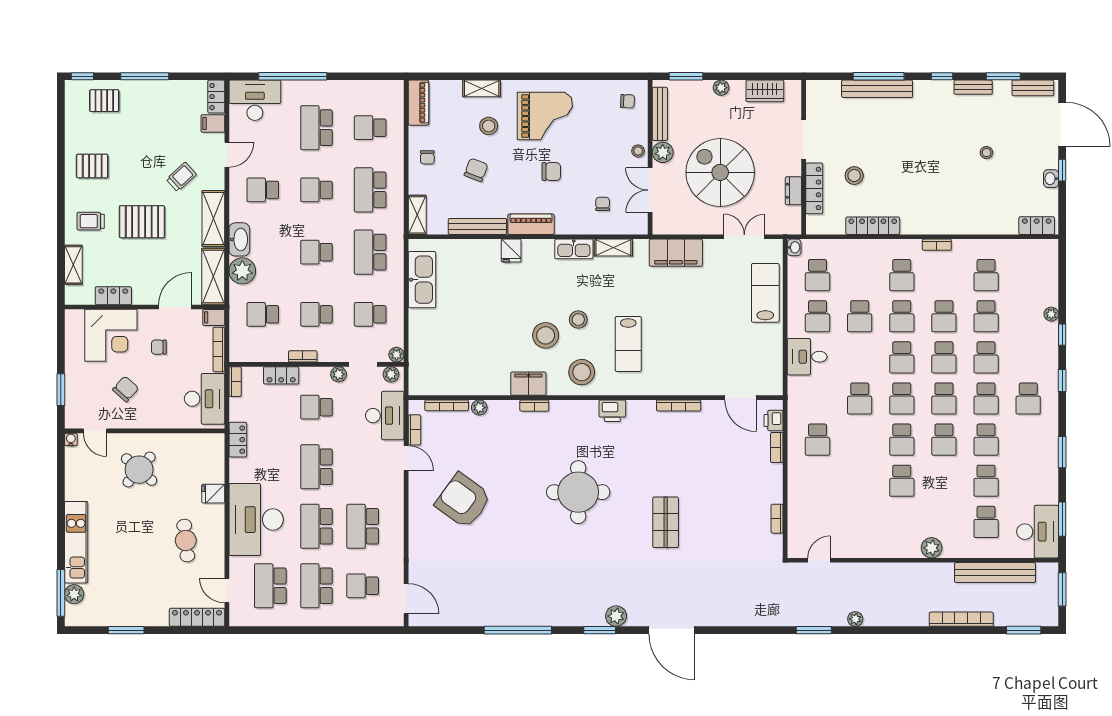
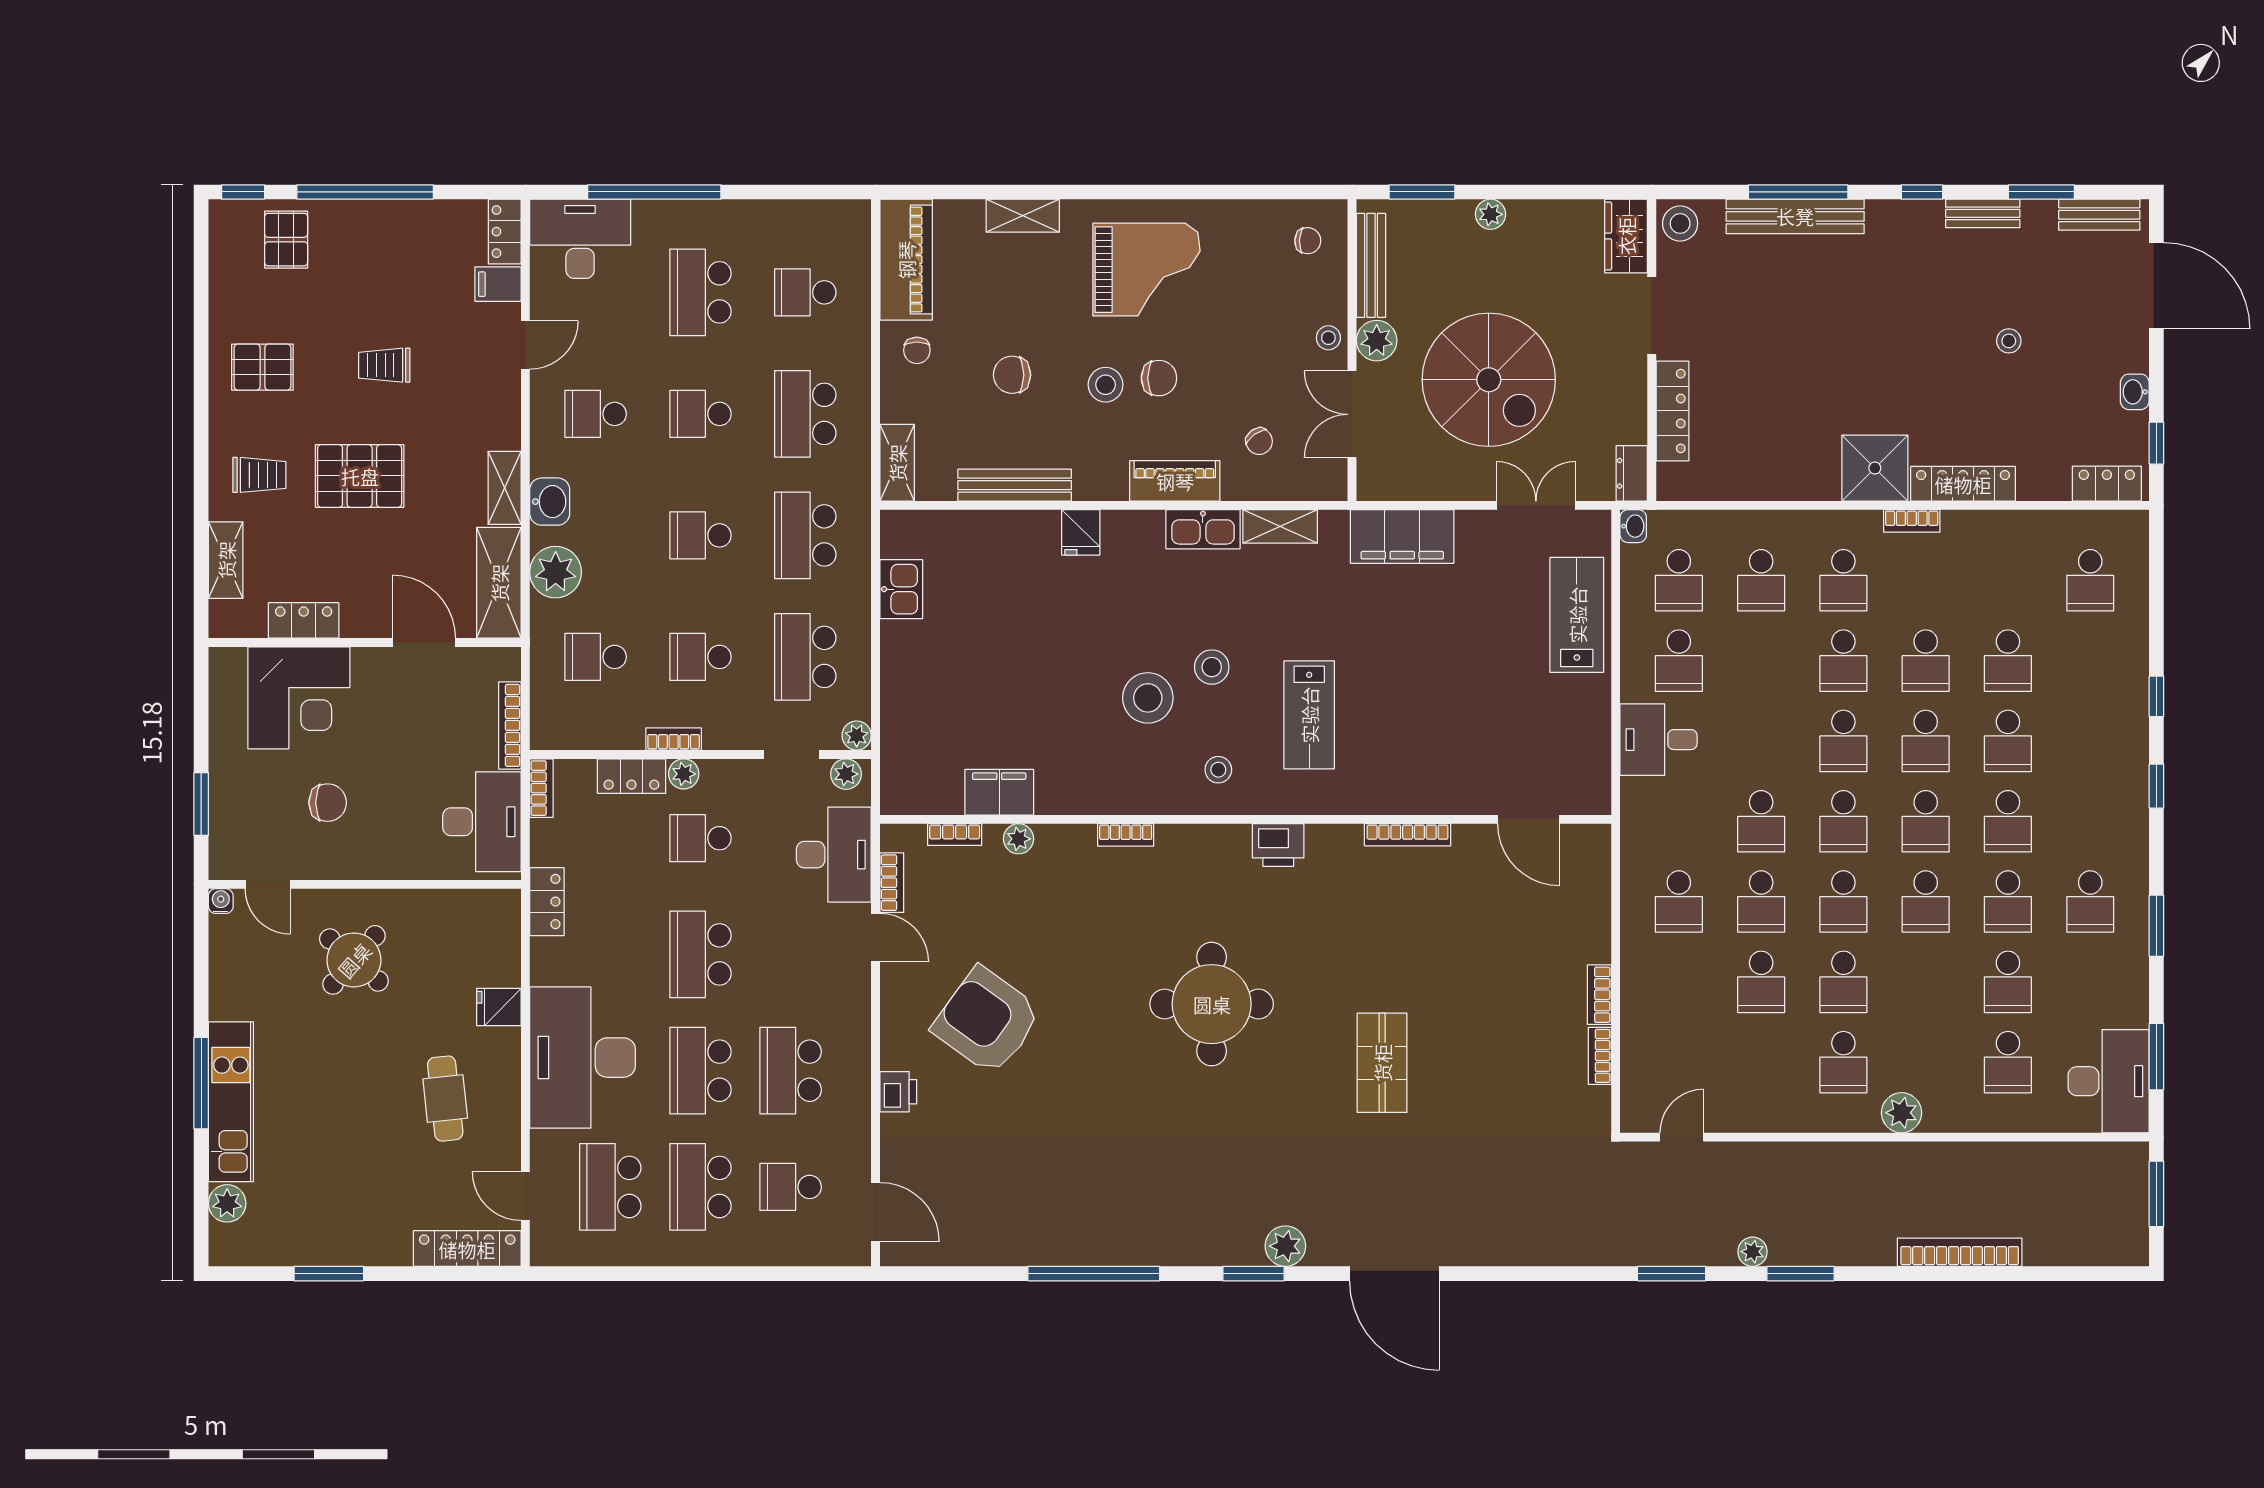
window: (145, 76) -> (365, 192), width x1.46
wardrobe: (765, 91) -> (1626, 236), moved, turned 90
pallet: (104, 101) -> (286, 240), turned 90
piano: (418, 103) -> (906, 260), width x1.37, depth x1.33
stool: (489, 126) -> (1106, 385), moved
chair: (476, 170) -> (1012, 375), turned -111
window: (1062, 170) -> (2156, 443), moved
spiral stairs: (720, 172) -> (1489, 380), turned 180
stool: (854, 176) -> (1680, 223), moved
trolley: (181, 177) -> (384, 365), moved, turned -138
dresser: (793, 191) -> (1632, 473), moved
chair: (603, 204) -> (1259, 441), turned 144
shelving: (213, 218) -> (505, 488), width x0.67, depth x0.75
shower: (918, 218) -> (1875, 468), added
trolley: (91, 221) -> (259, 475), turned 180
piano: (531, 224) -> (1175, 481), moved
locker: (873, 226) -> (1963, 484), moved
washbasin: (239, 239) -> (550, 502), width x0.72
school desk: (986, 275) -> (2090, 580), moved
kitchen sink: (422, 280) -> (901, 589), width x0.53, depth x0.81
door: (175, 307) -> (424, 643), hinge flipped
school desk: (370, 314) -> (805, 657), width x1.85
plant: (1051, 314) -> (2135, 656), removed
school desk: (860, 316) -> (1761, 580), moved
filing cabinet: (214, 317) -> (500, 663), removed
chair: (159, 347) -> (393, 721), removed
stool: (582, 372) -> (1218, 770), width x0.53, depth x0.53
plant: (339, 374) -> (684, 774), moved
filing cabinet: (528, 384) -> (999, 792), moved
chair: (126, 389) -> (328, 803), turned 48
school desk: (1028, 399) -> (2090, 902), moved
bookcase: (447, 405) -> (955, 835), width x0.64
printer: (774, 420) -> (898, 1092), moved, turned 180
school desk: (860, 440) -> (1761, 902), added
bookcase: (777, 448) -> (1599, 995), moved
school desk: (860, 481) -> (1761, 982), added
school desk: (902, 522) -> (1843, 1062), added
bench: (995, 573) -> (2025, 1161), removed
window: (61, 593) -> (201, 1083), moved
window: (1024, 630) -> (1800, 1274), moved

